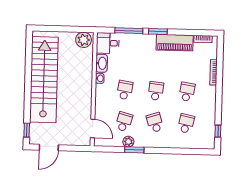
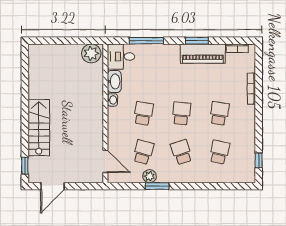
window: (158, 32) -> (197, 41), moved
stairs: (44, 80) -> (39, 128), width x0.54, depth x0.66

